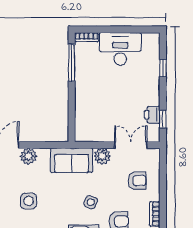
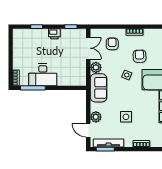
desk: (120, 49) -> (43, 75), moved, turned -90
printer: (152, 115) -> (54, 34), moved
double door: (131, 145) -> (88, 48), swing flipped

